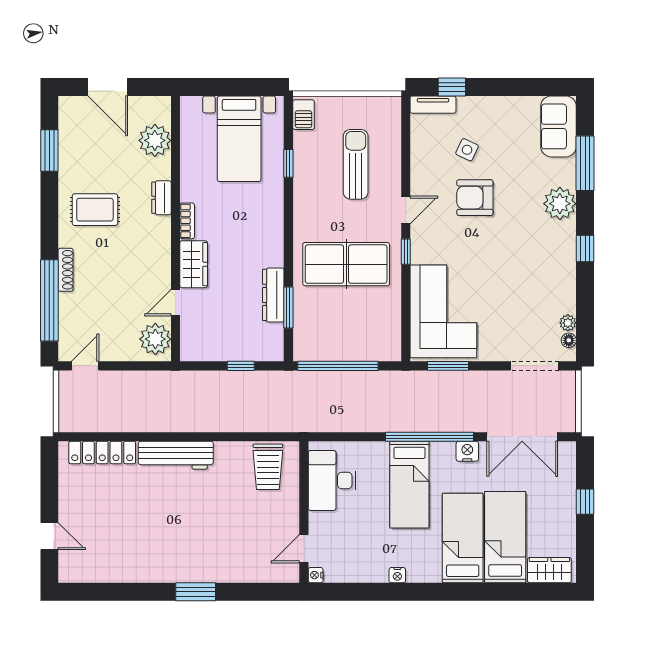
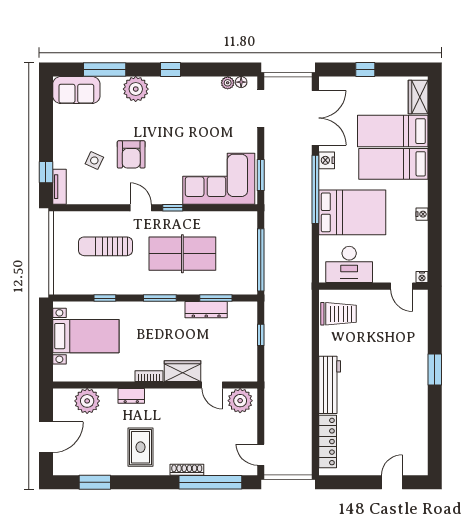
barbecue: (303, 115) -> (67, 286), removed
window: (288, 235) -> (160, 298), added
table tennis table: (346, 264) -> (182, 254), turned 90
bed: (409, 485) -> (352, 212), width x1.50

